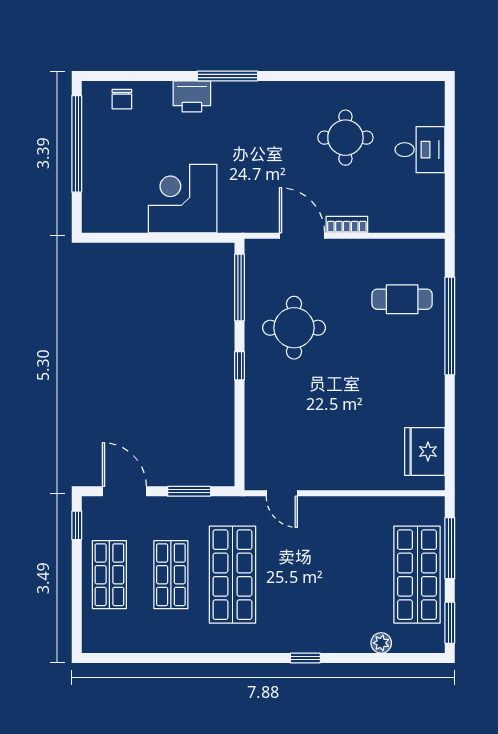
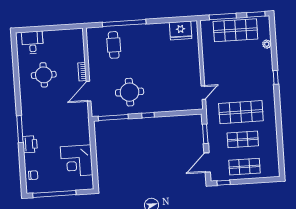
desk: (420, 150) -> (32, 42), moved
corner desk: (183, 199) -> (77, 161), moved

